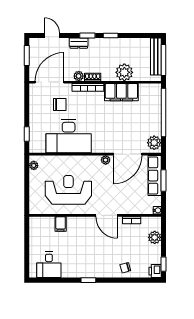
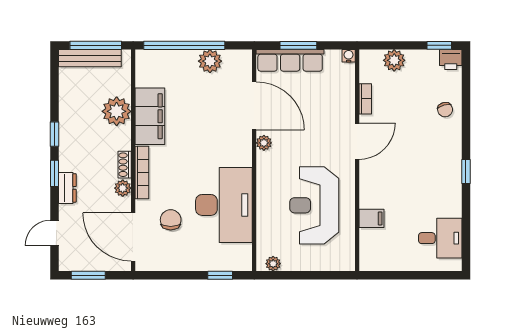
plant: (154, 143) -> (210, 61), moved

